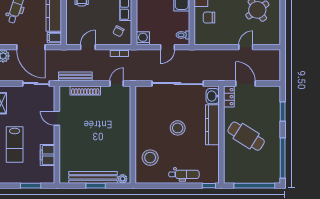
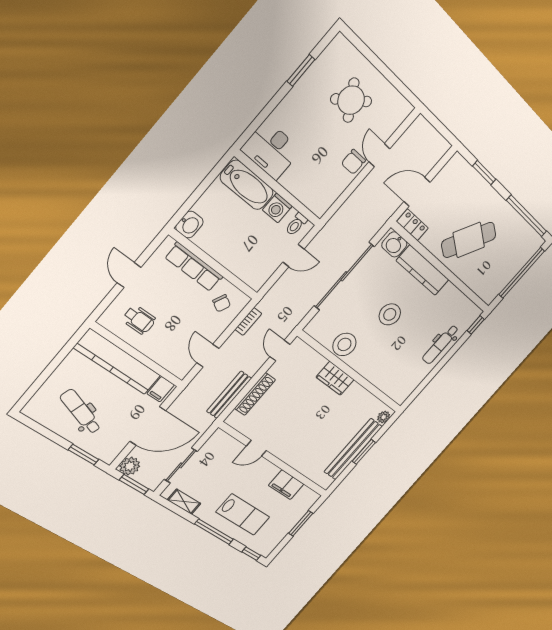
chair: (209, 18) -> (353, 162), moved
washing machine: (143, 38) -> (277, 208), moved, turned -90
door: (168, 47) -> (293, 256), hinge flipped
sliding door: (36, 84) -> (181, 465), moved
wardrobe: (124, 129) -> (335, 378), added
stool: (150, 158) -> (344, 344), moved
dental chair: (184, 174) -> (440, 344), turned 180

